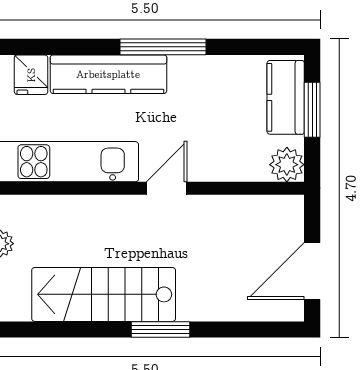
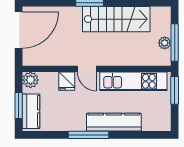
fridge: (31, 75) -> (67, 81), moved, turned 180
door: (167, 188) -> (87, 69), hinge flipped
door: (312, 271) -> (19, 30), width x1.36

